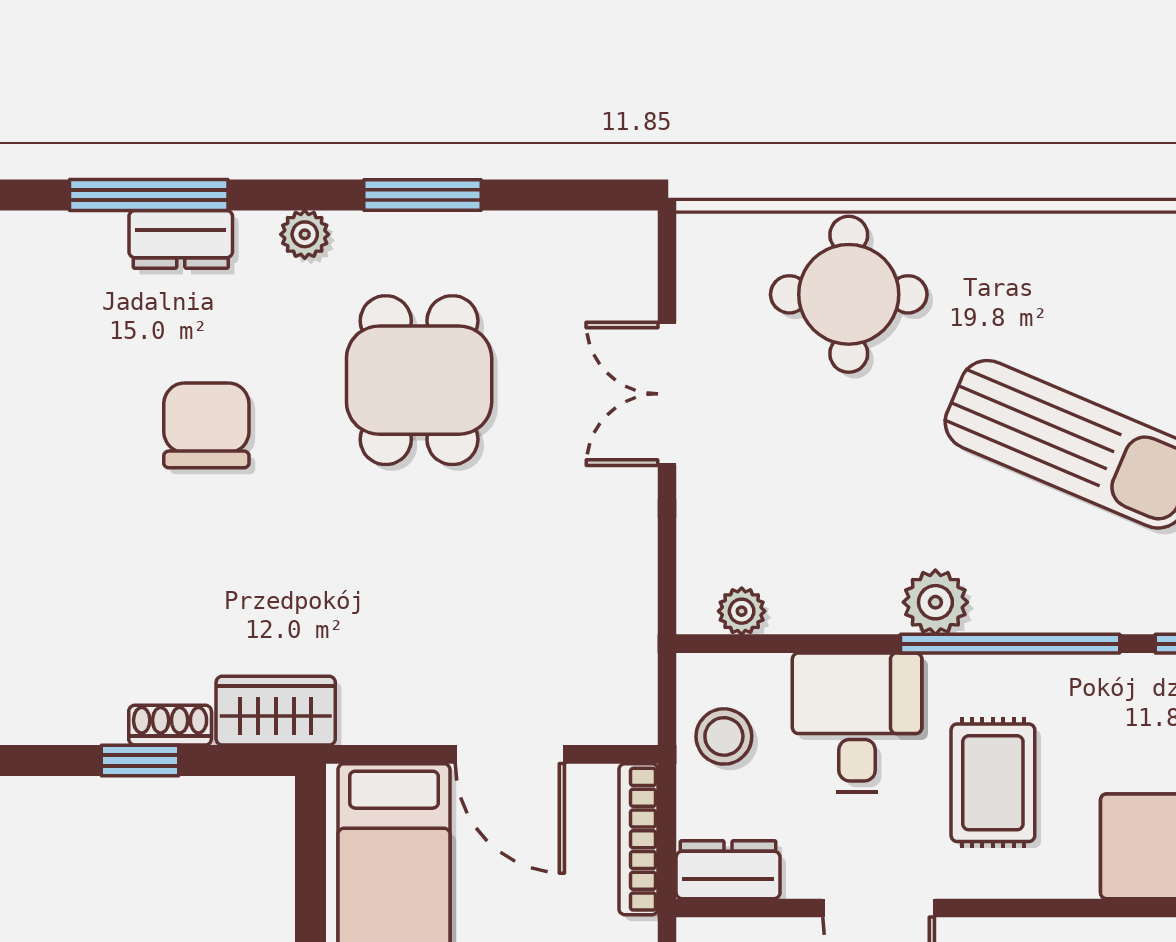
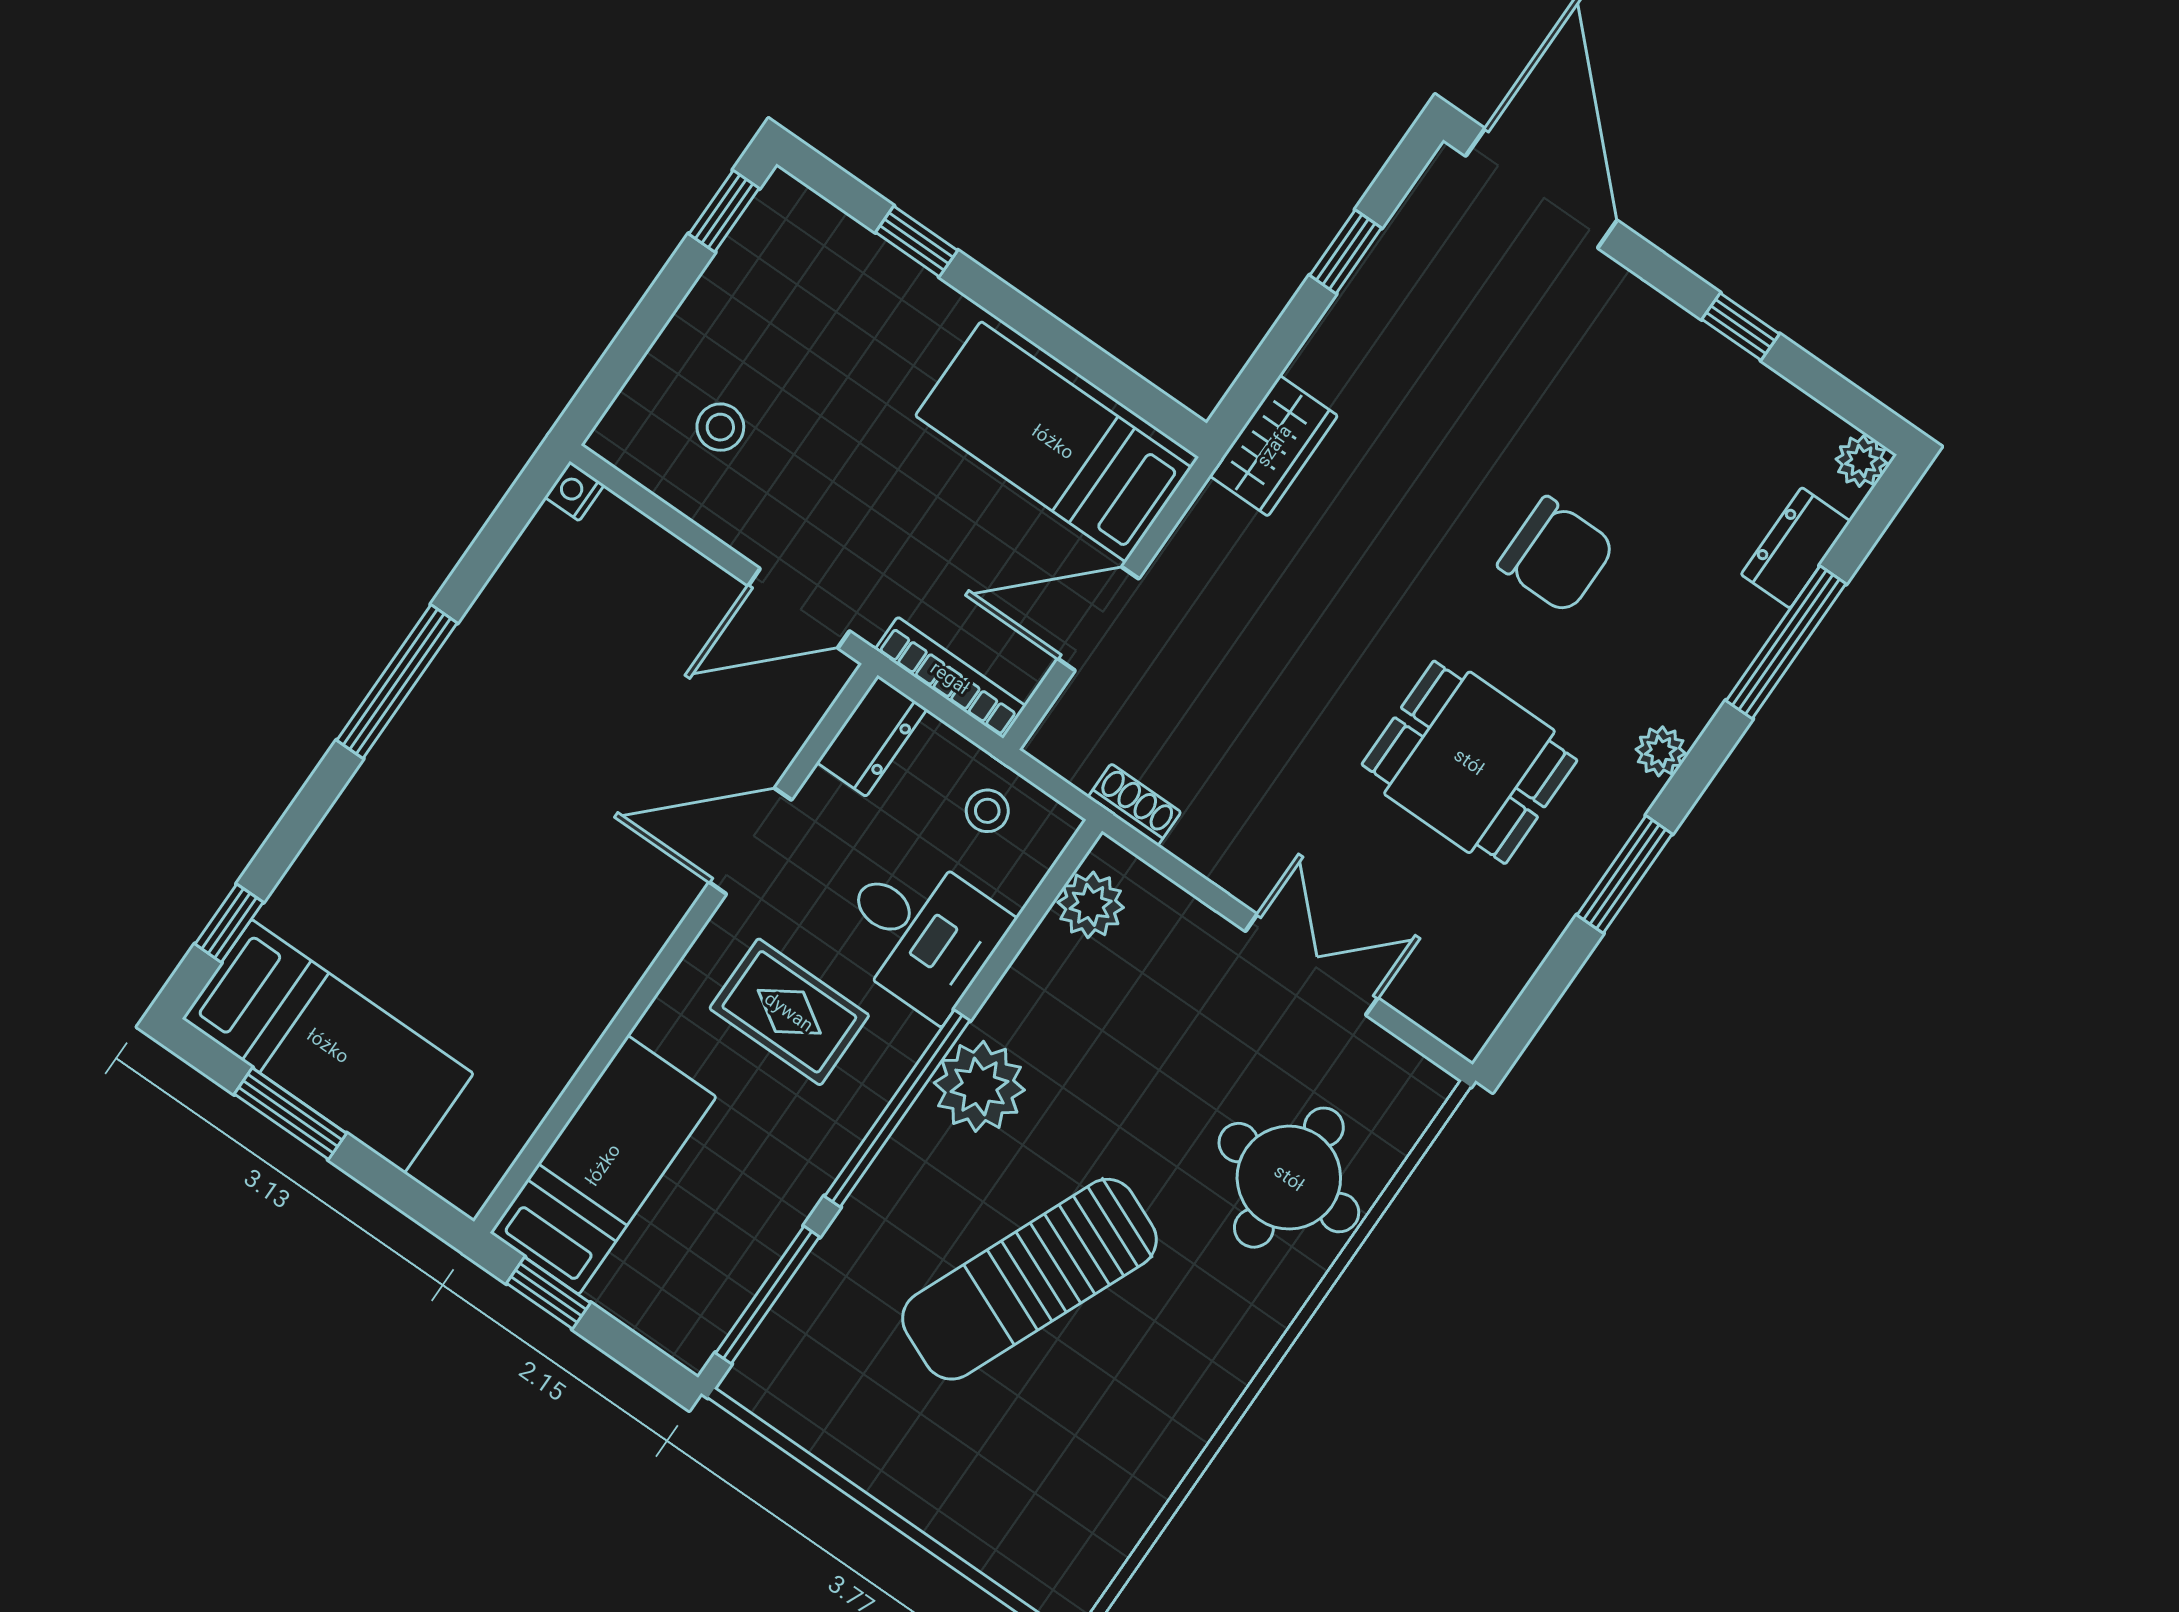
dresser: (181, 239) -> (1796, 548), moved
plant: (935, 602) -> (979, 1086), width x1.36, depth x1.36
plant: (742, 611) -> (1091, 905), width x1.38, depth x1.38
shoe rack: (170, 725) -> (1134, 805), moved, turned -90
stool: (724, 736) -> (987, 811), width x0.73, depth x0.73
window: (140, 760) -> (1346, 252), moved

